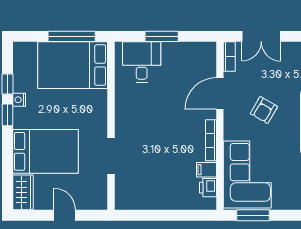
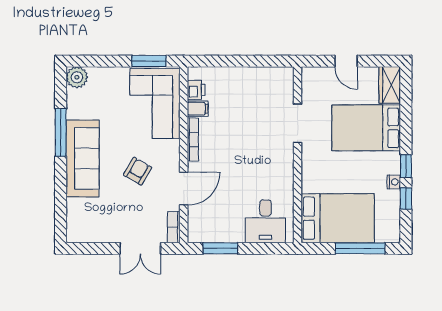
window: (72, 36) -> (360, 248), moved
window: (162, 36) -> (220, 248), moved
double door: (261, 36) -> (140, 248), swing flipped

